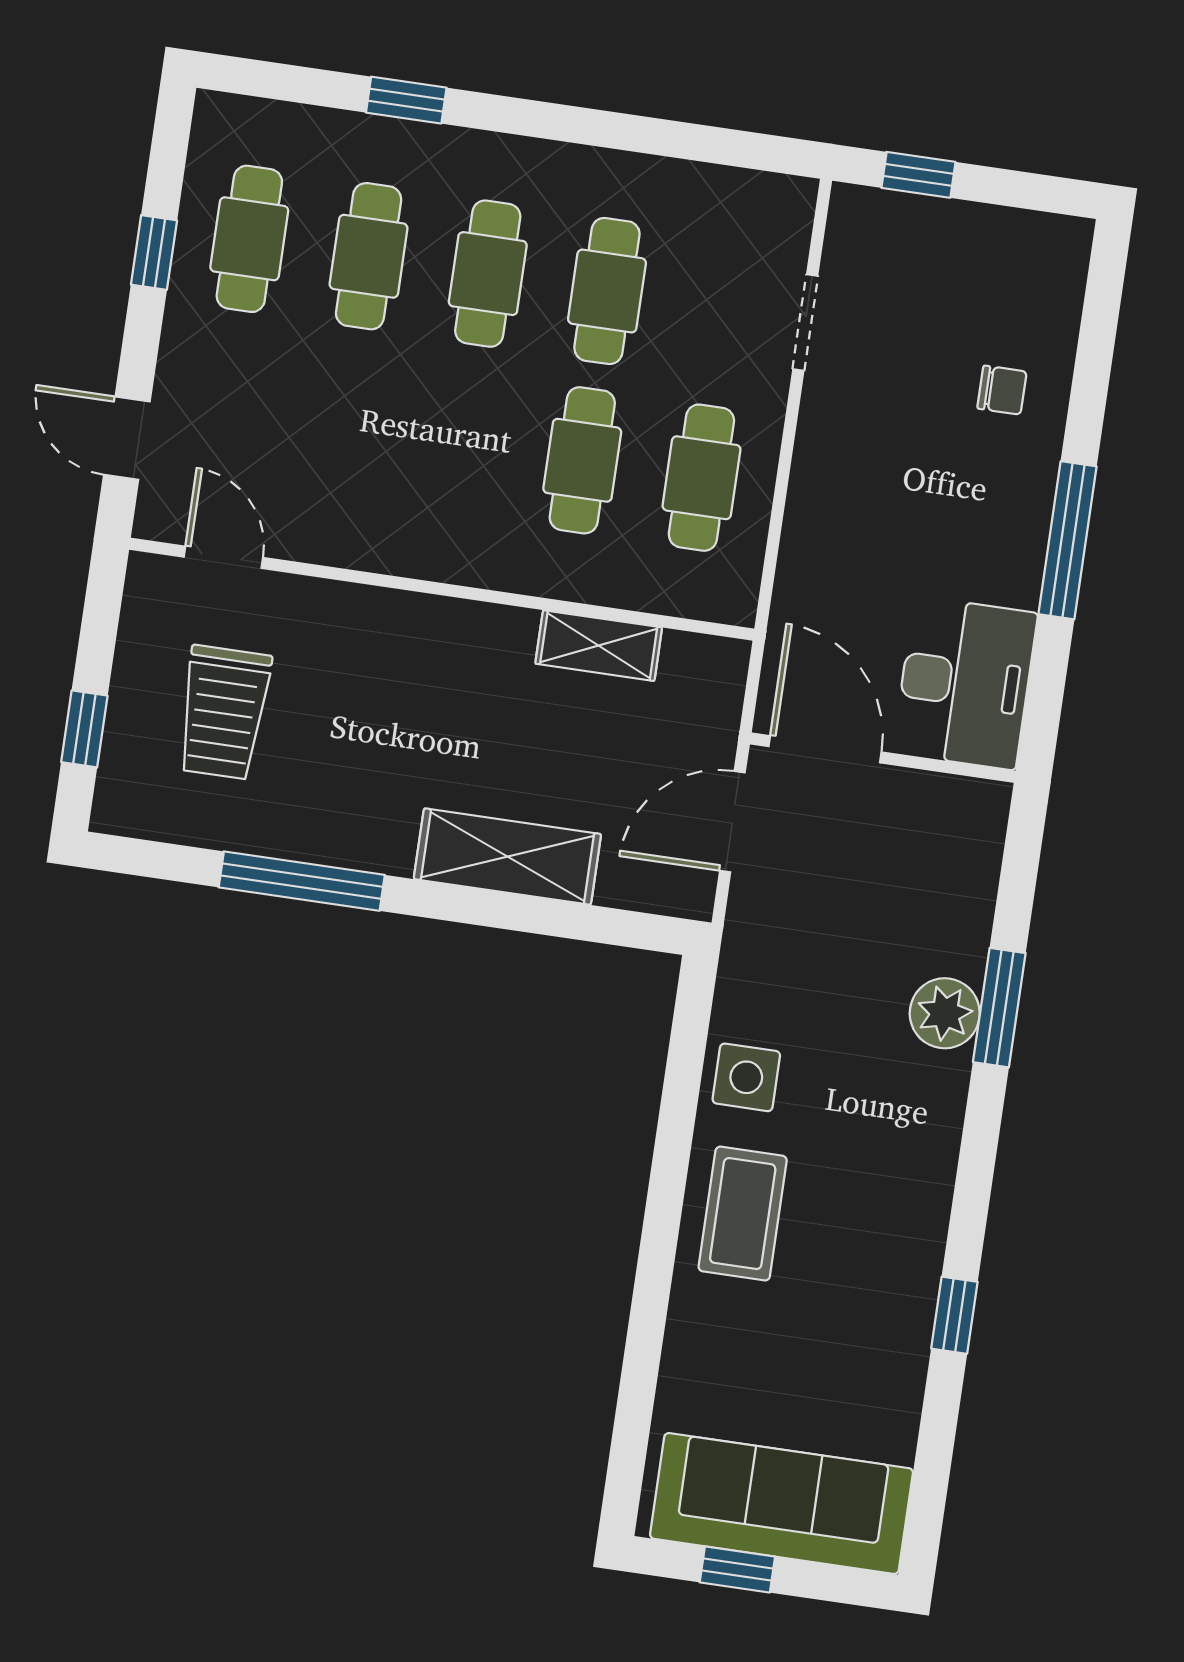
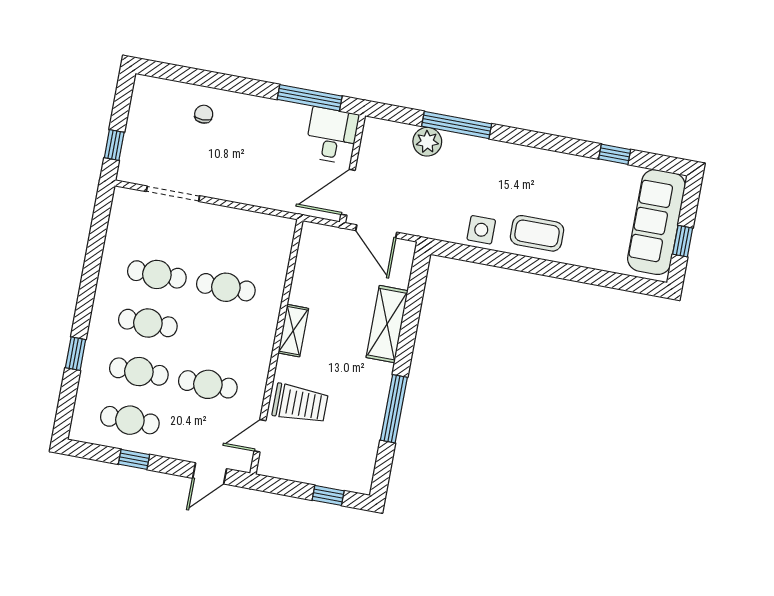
doorway: (805, 322) -> (173, 194), width x1.38
cafe table: (701, 478) -> (208, 384), moved
window: (1067, 540) -> (310, 98), moved
shelving: (599, 646) -> (293, 331), moved
desk: (965, 683) -> (332, 136), width x0.73
trolley: (224, 712) -> (300, 404), moved
window: (999, 1008) -> (457, 125), width x1.44
plant: (945, 1013) -> (427, 142), moved
window: (954, 1315) -> (615, 154), moved

